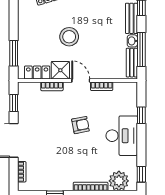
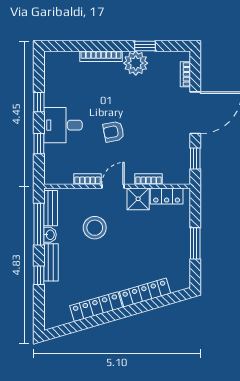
stool: (69, 37) -> (95, 228), moved
window: (14, 53) -> (195, 243), moved
door: (81, 81) -> (113, 186), swing flipped
desk: (122, 136) -> (63, 125), width x0.73
window: (141, 174) -> (39, 102), moved
plant: (119, 181) -> (136, 63), moved

